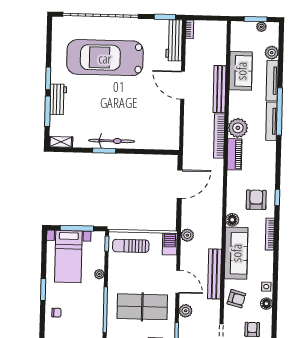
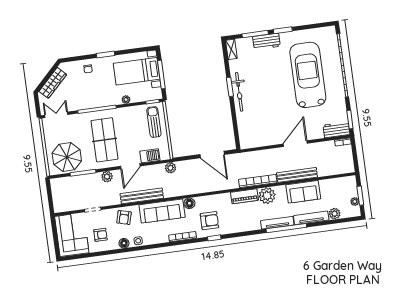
workbench: (174, 40) -> (336, 130), width x0.73
sofa: (241, 71) -> (303, 192), moved
barbecue: (170, 244) -> (150, 156), moved

